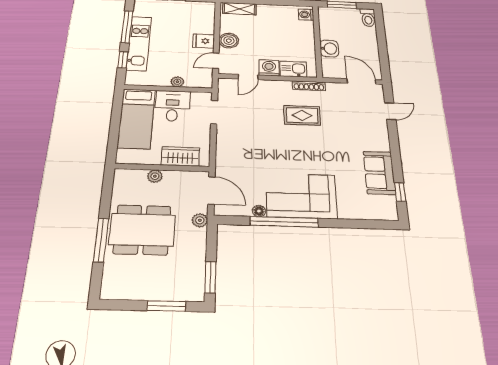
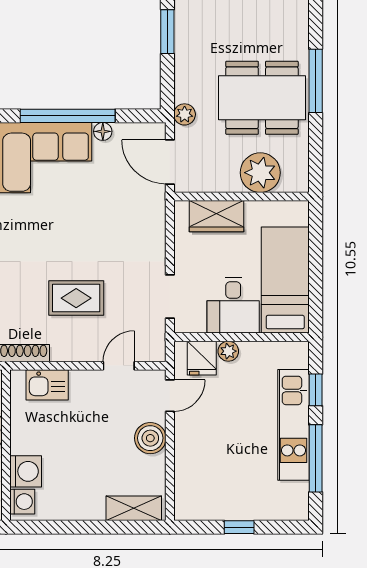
fridge: (204, 41) -> (202, 358), moved, turned 90
washing machine: (269, 68) -> (26, 471), moved, turned -90
rug: (302, 115) -> (76, 298), moved
plant: (155, 176) -> (260, 173), width x1.87, depth x1.87

